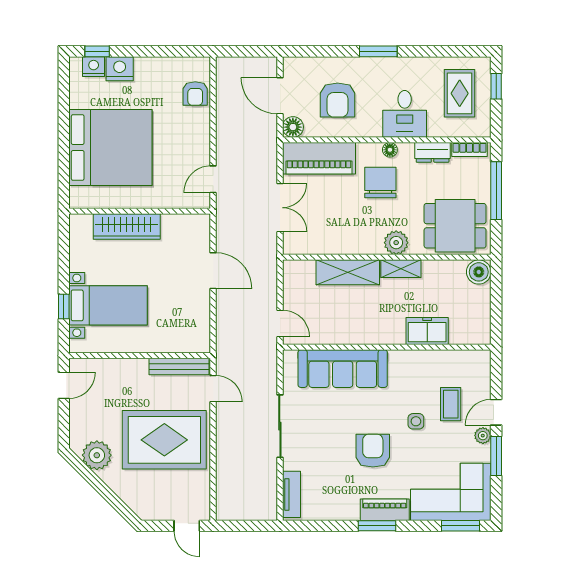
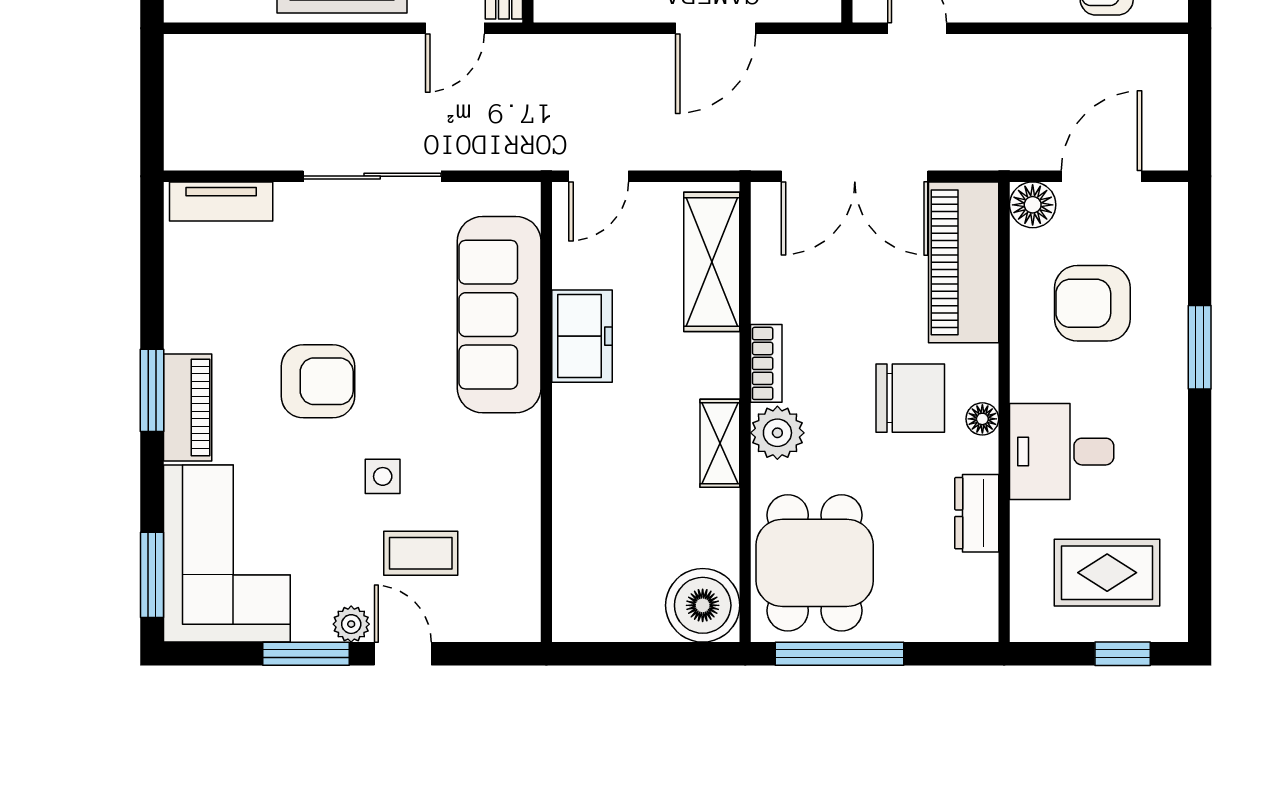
window: (378, 51) -> (1200, 347), moved
bookcase: (469, 150) -> (766, 363), moved, turned 180
window: (496, 191) -> (839, 654), moved
double door: (280, 208) -> (855, 176), width x1.37
shelving: (348, 272) -> (712, 262), moved
boiler: (479, 272) -> (703, 605), width x1.37, depth x1.37
freezer: (427, 331) -> (582, 336), moved

